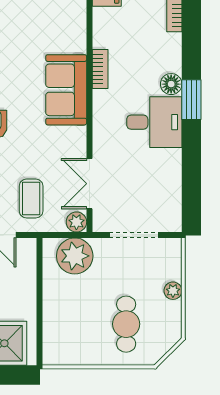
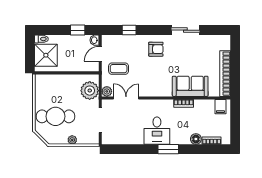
floor lamp: (171, 84) -> (196, 139), moved
sofa: (66, 90) -> (190, 86), moved
cafe table: (126, 324) -> (55, 116), width x1.37, depth x1.35

